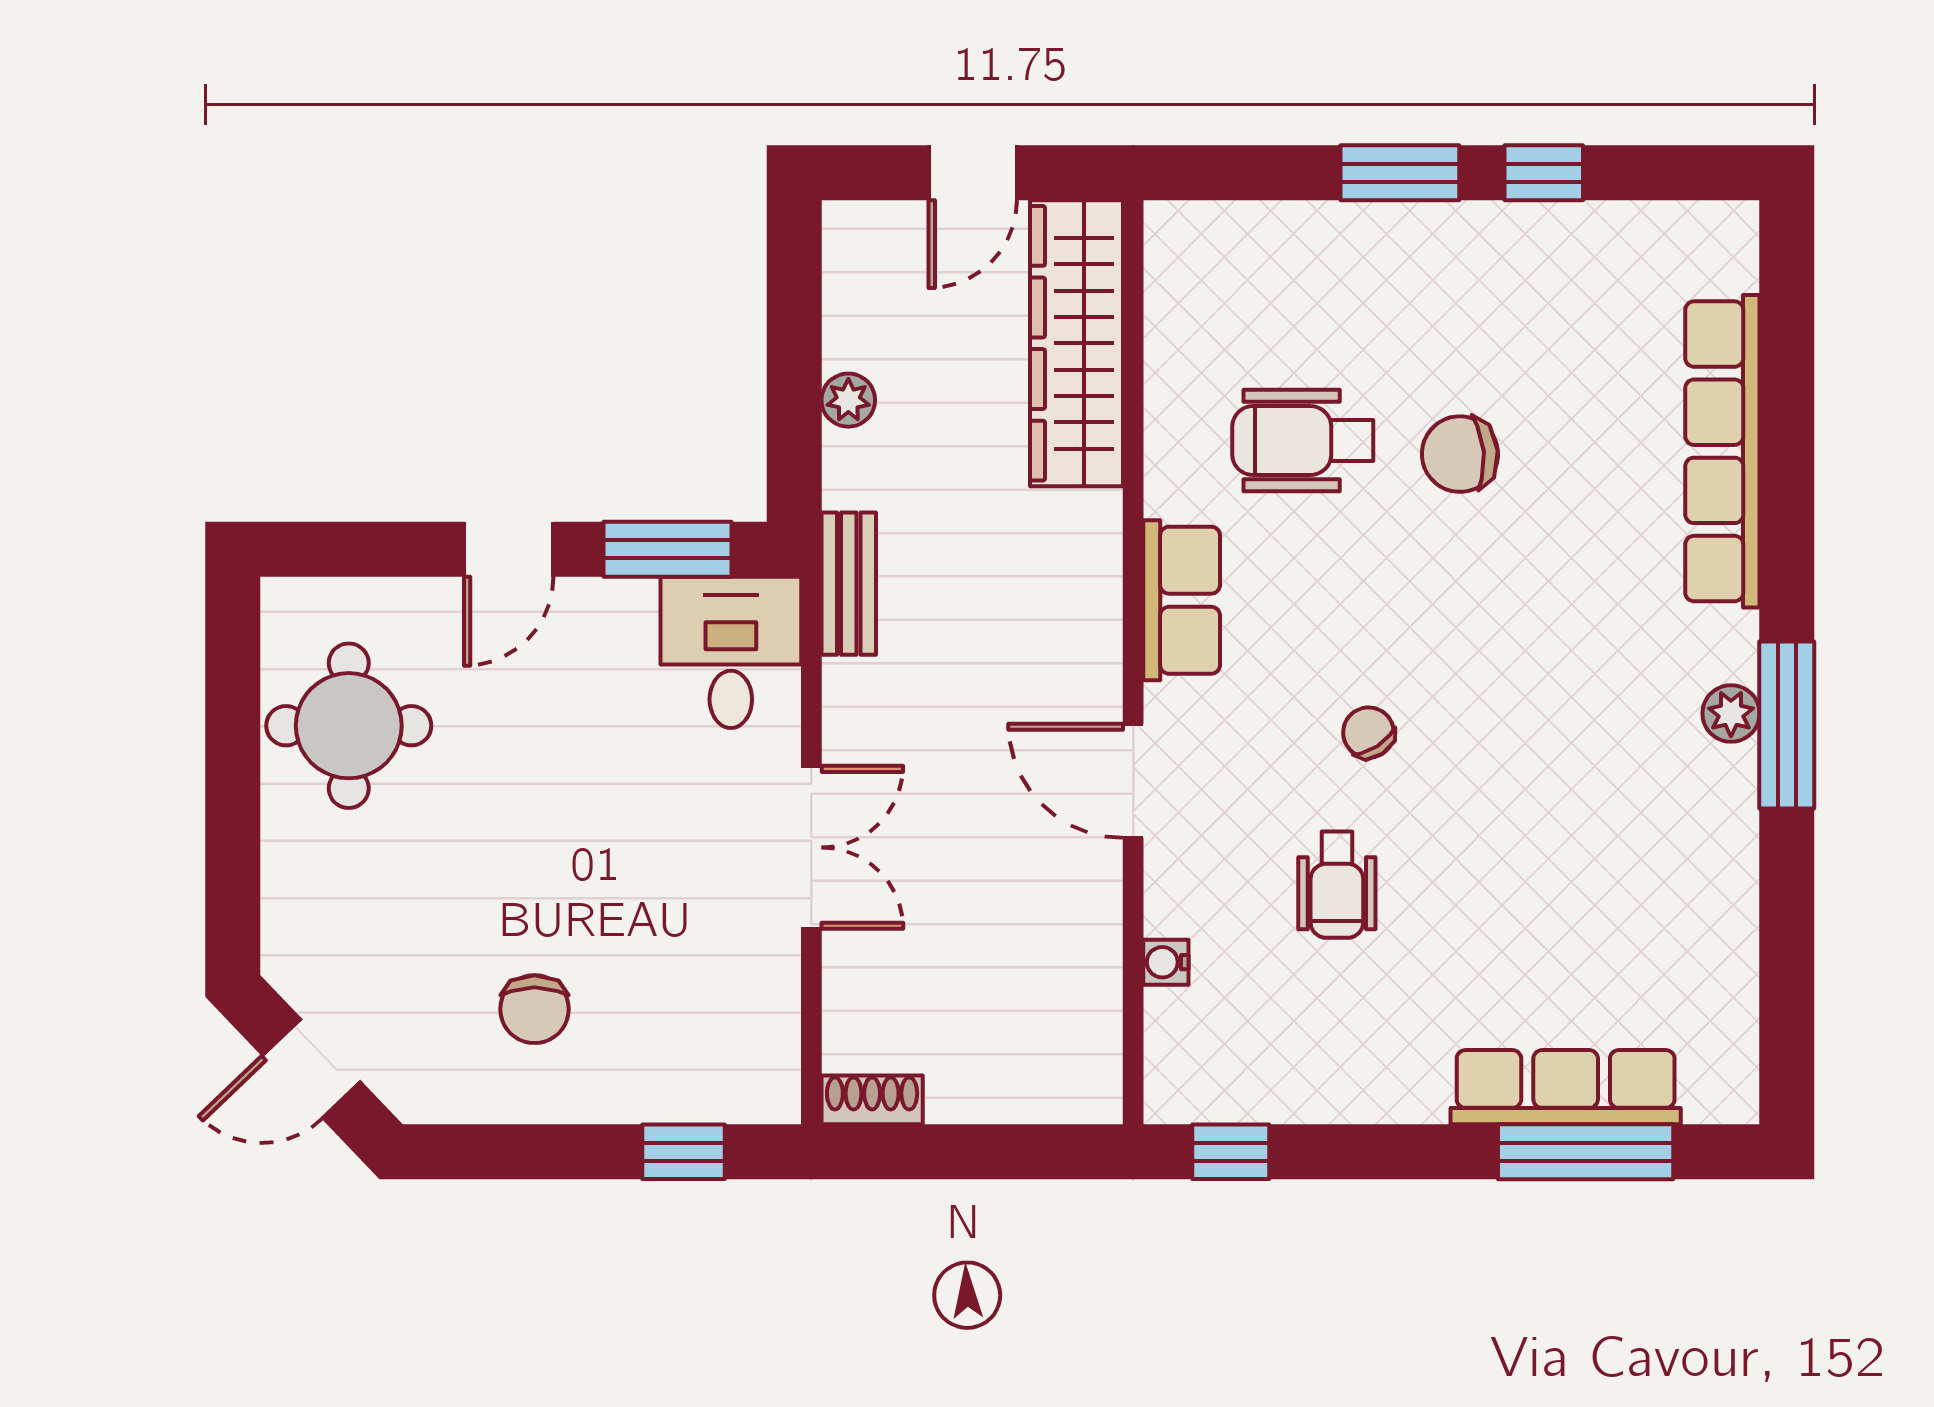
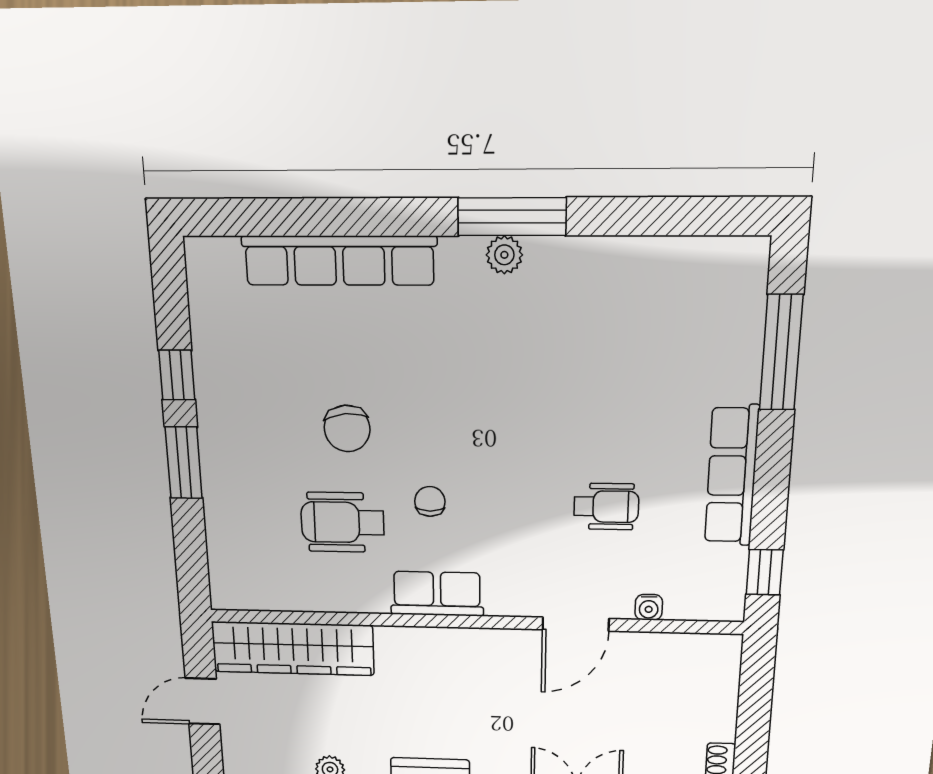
door: (973, 173) -> (203, 701), swing flipped
wheelchair: (1303, 441) -> (343, 522), turned 90
chair: (1369, 733) -> (430, 501), moved, turned 123
door: (1133, 781) -> (576, 624), moved
row of seats: (1566, 1087) -> (732, 476), moved

